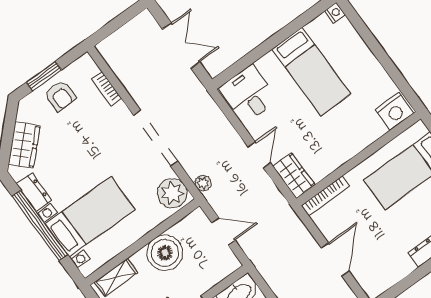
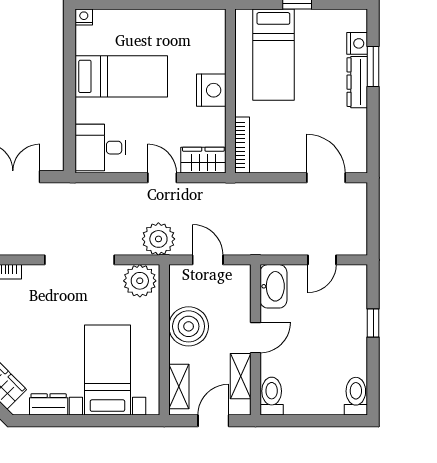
nightstand: (394, 111) -> (211, 90), moved
plant: (203, 183) -> (158, 239), width x1.88, depth x1.88
window: (40, 225) -> (82, 421), removed
door: (223, 232) -> (208, 260), hinge flipped
door: (335, 259) -> (326, 178), moved

